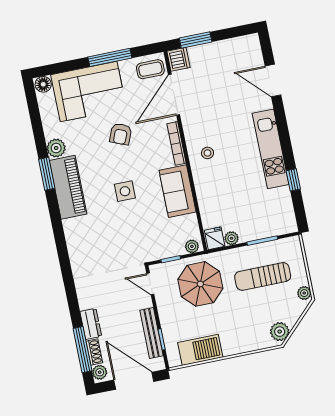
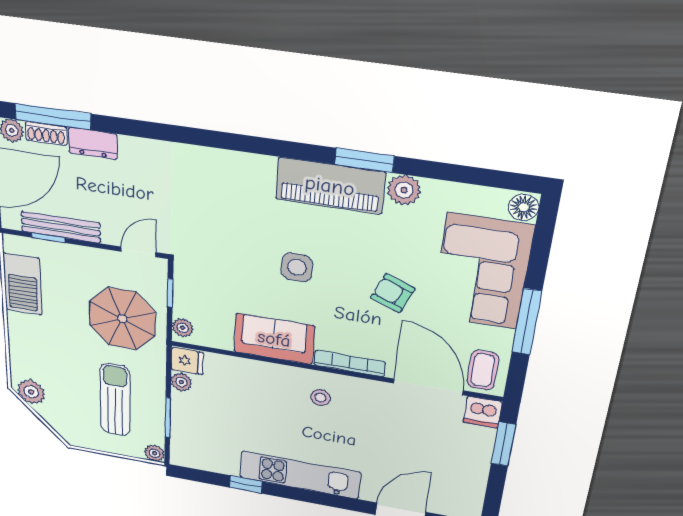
plant: (304, 293) -> (155, 453), moved

